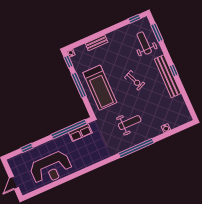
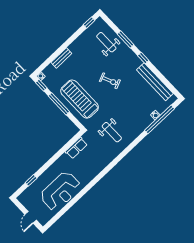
window: (157, 33) -> (125, 39), moved
bench: (168, 76) -> (155, 82), moved
treadmill: (100, 88) -> (80, 99), turned 180
weight bench: (130, 123) -> (112, 132), moved, turned 90
window: (69, 129) -> (64, 149), removed
window: (136, 148) -> (160, 119), moved

